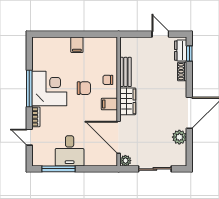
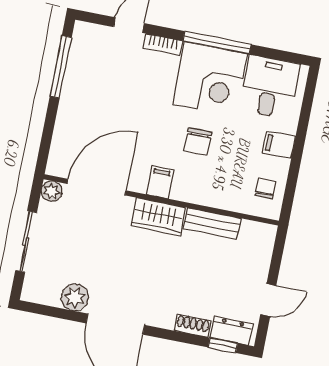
chair: (108, 80) -> (266, 188), moved
desk: (70, 151) -> (270, 87), moved, turned 90

